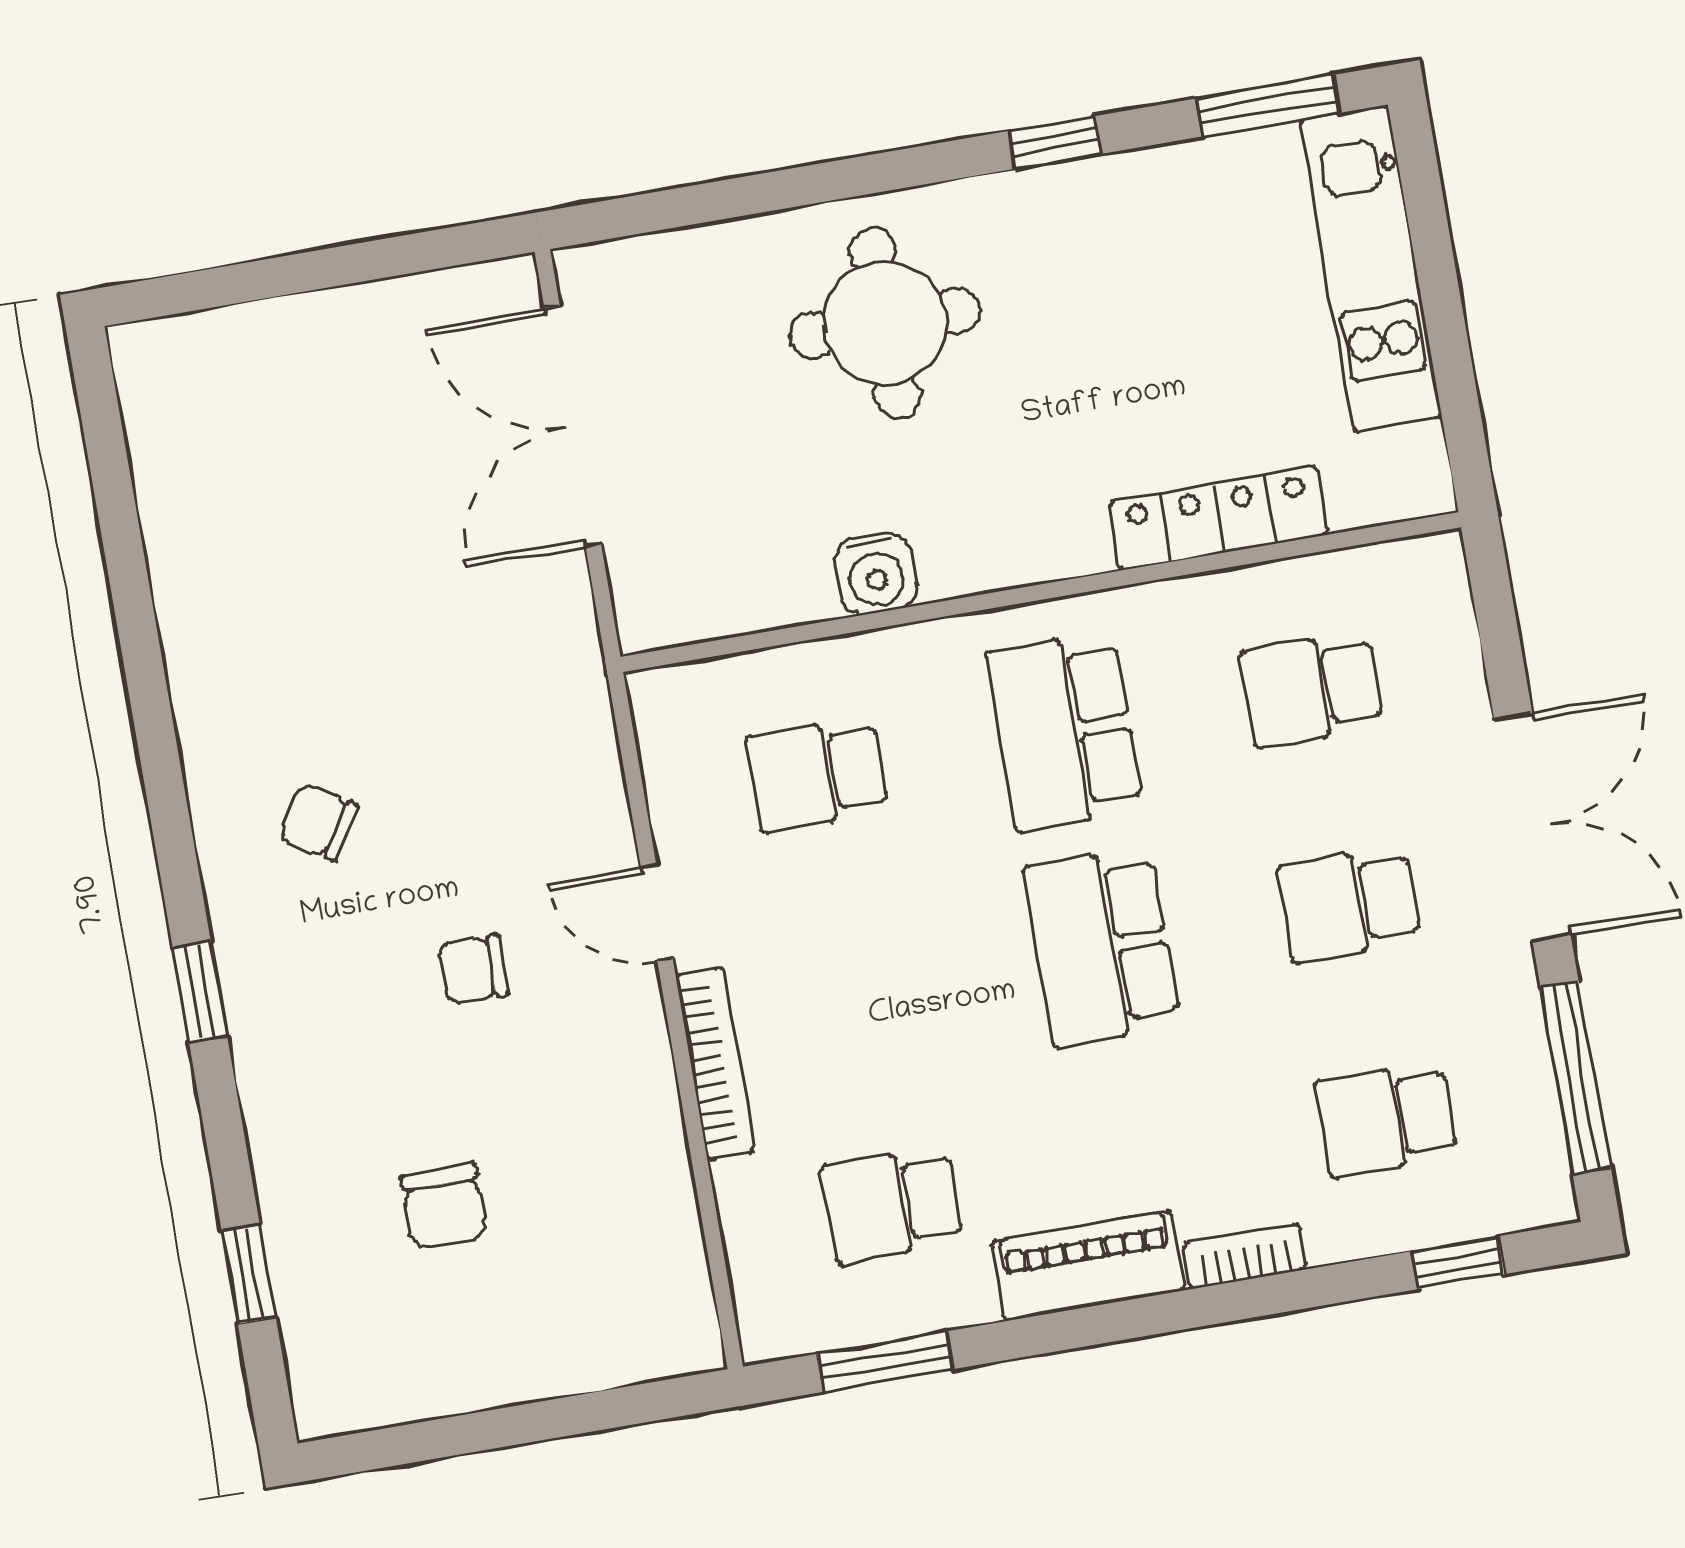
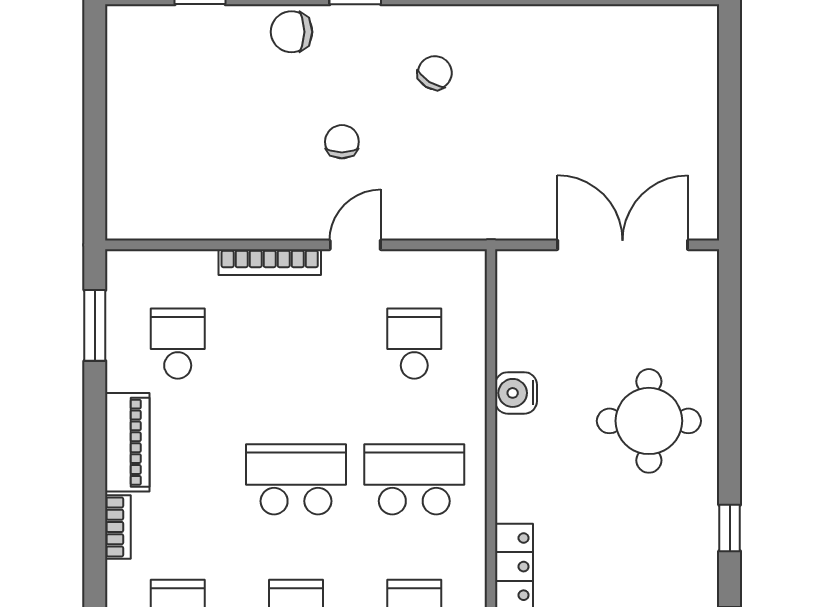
chair: (444, 1207) -> (291, 32), moved

